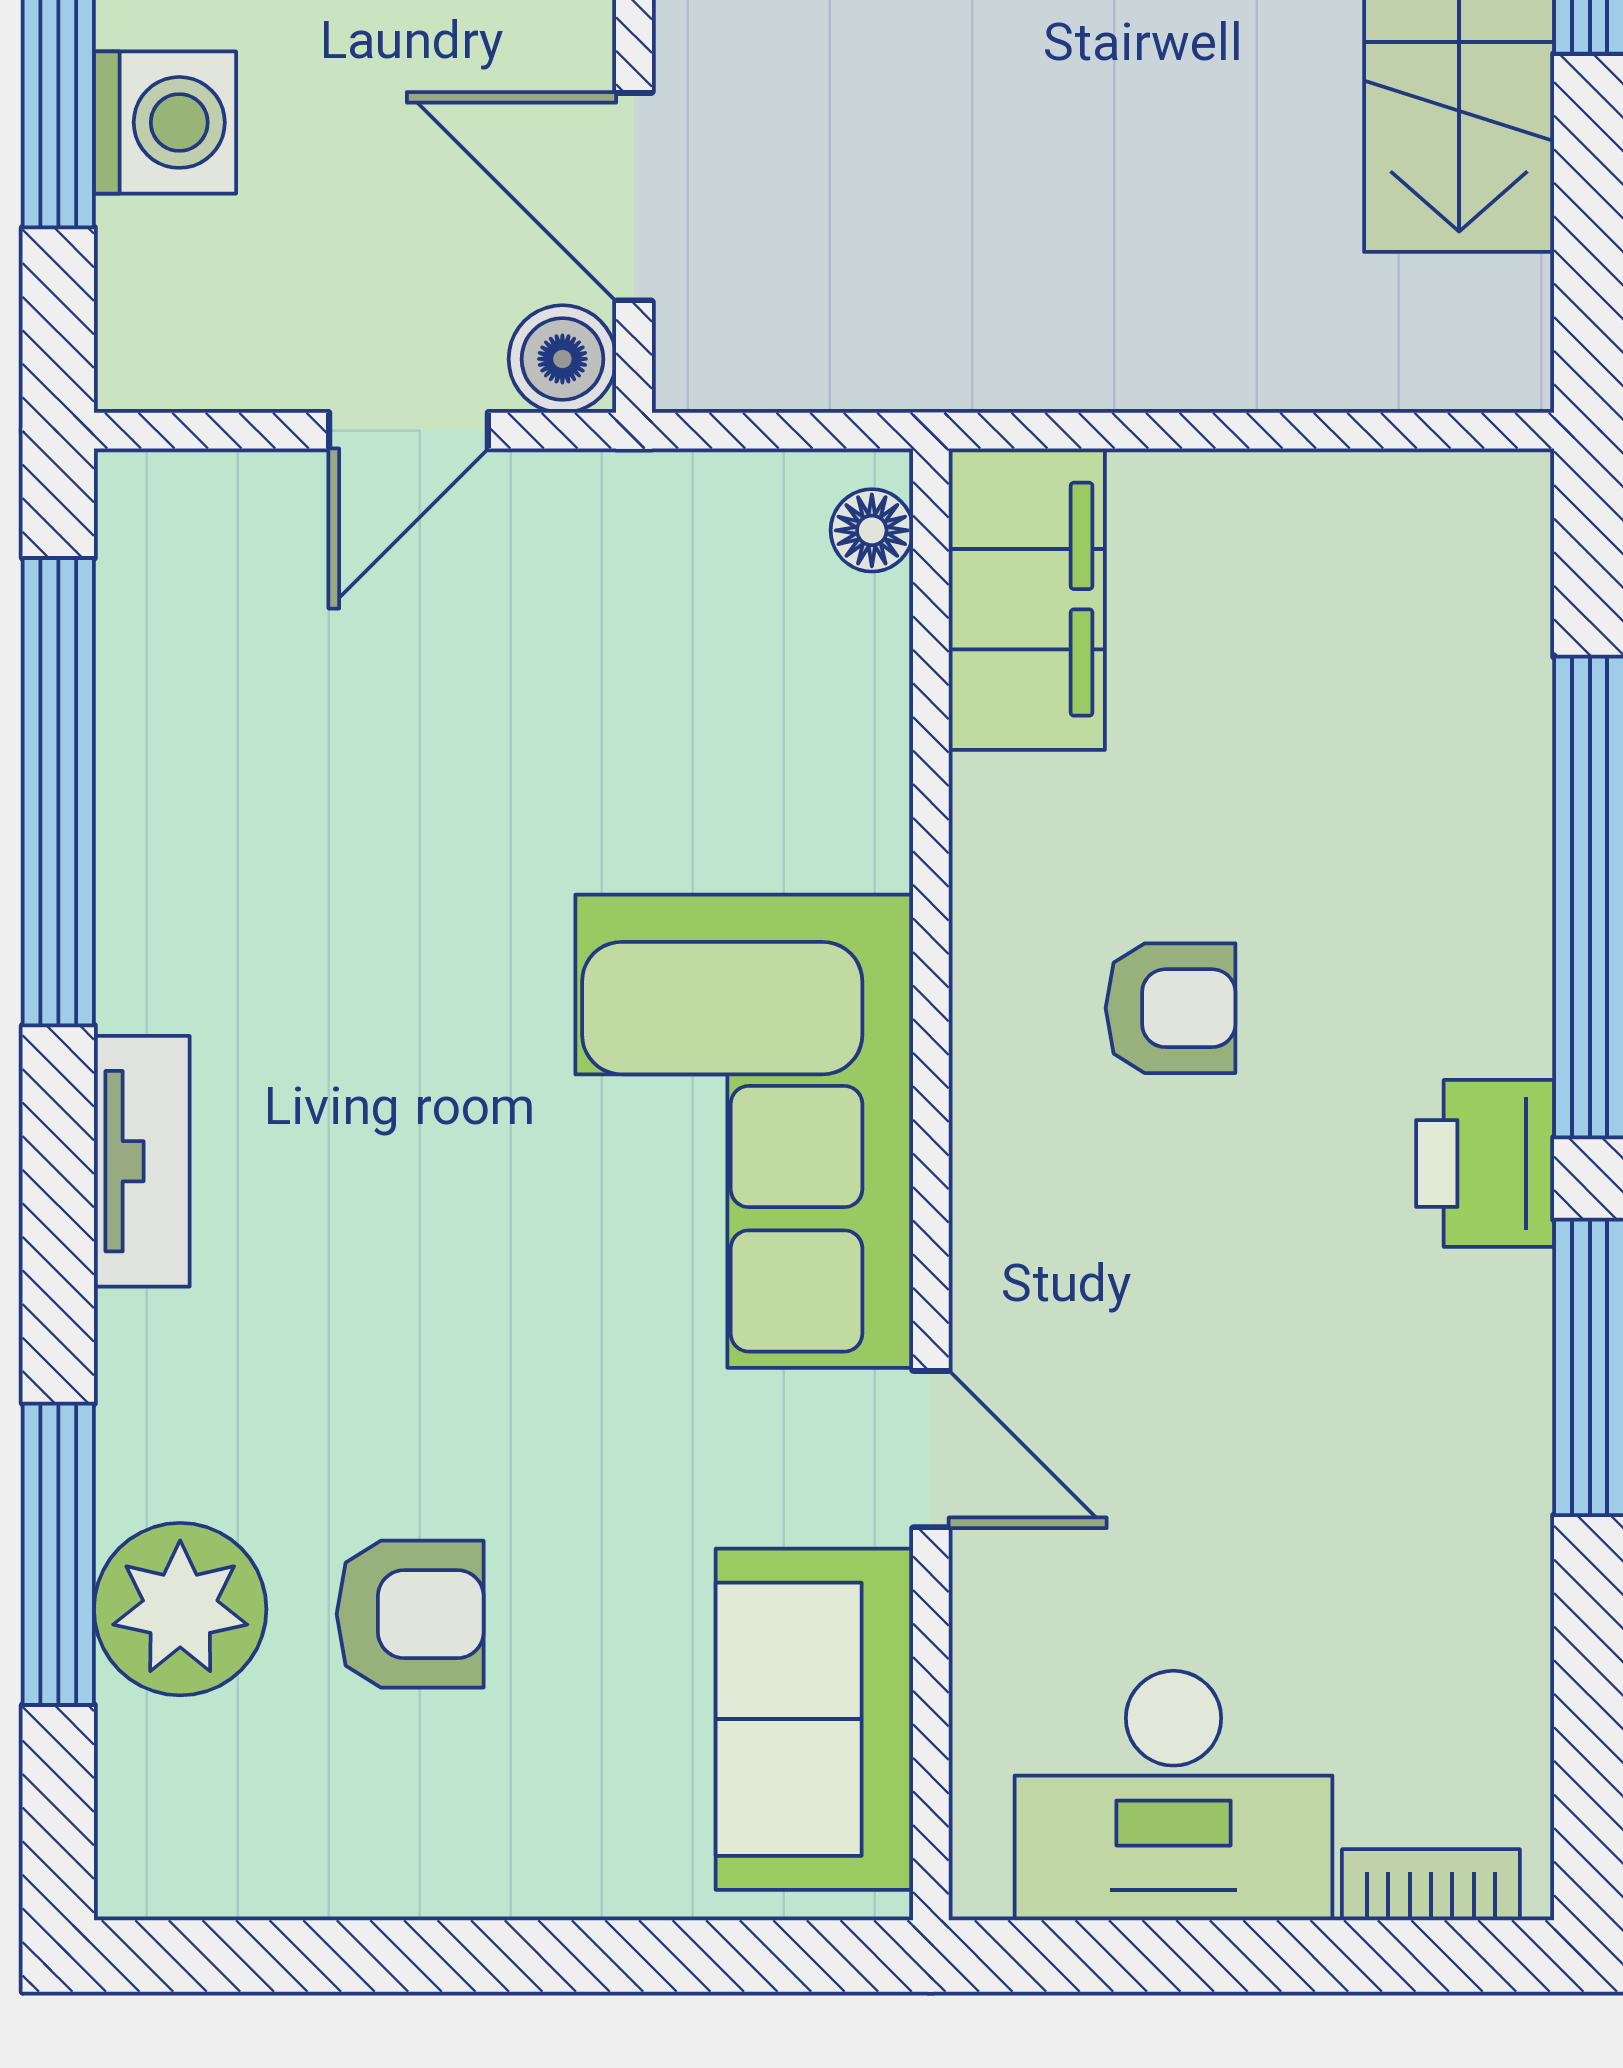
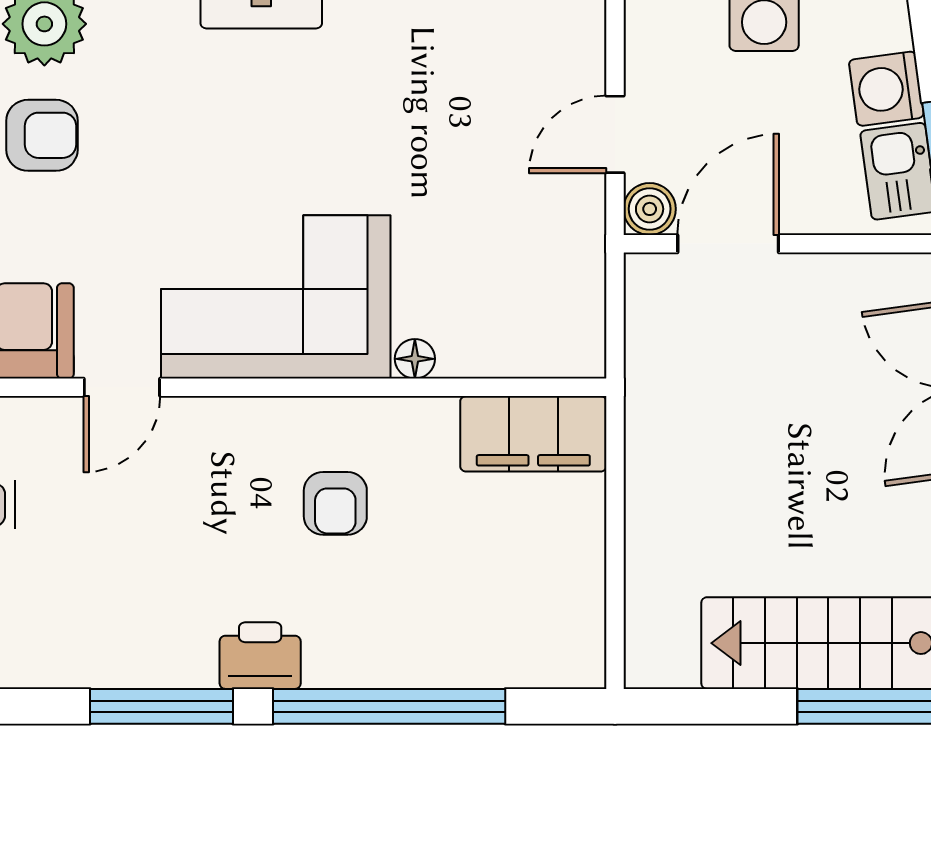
door: (409, 431) -> (615, 134), hinge flipped
floor lamp: (872, 530) -> (415, 359), moved
armchair: (410, 1614) -> (42, 135), turned -90

